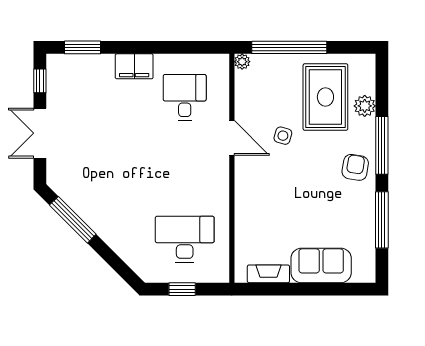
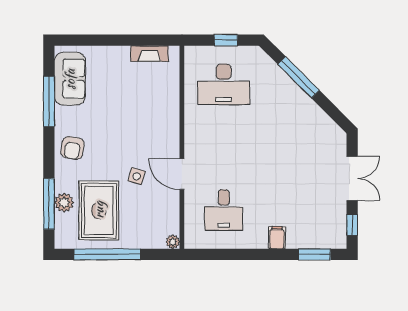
window: (289, 47) -> (107, 254), moved
filing cabinet: (134, 66) -> (277, 238), width x0.50
window: (382, 145) -> (49, 204), moved
window: (73, 220) -> (299, 77), moved
sofa: (321, 265) -> (70, 79), moved, turned -90

